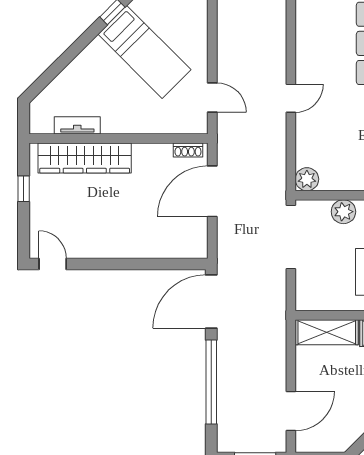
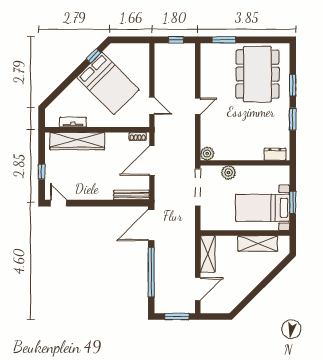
bed: (144, 52) -> (108, 83), width x1.50
window: (24, 189) -> (42, 172), moved
bench: (177, 250) -> (131, 195), added
shelving: (327, 332) -> (208, 254), moved, turned 90

